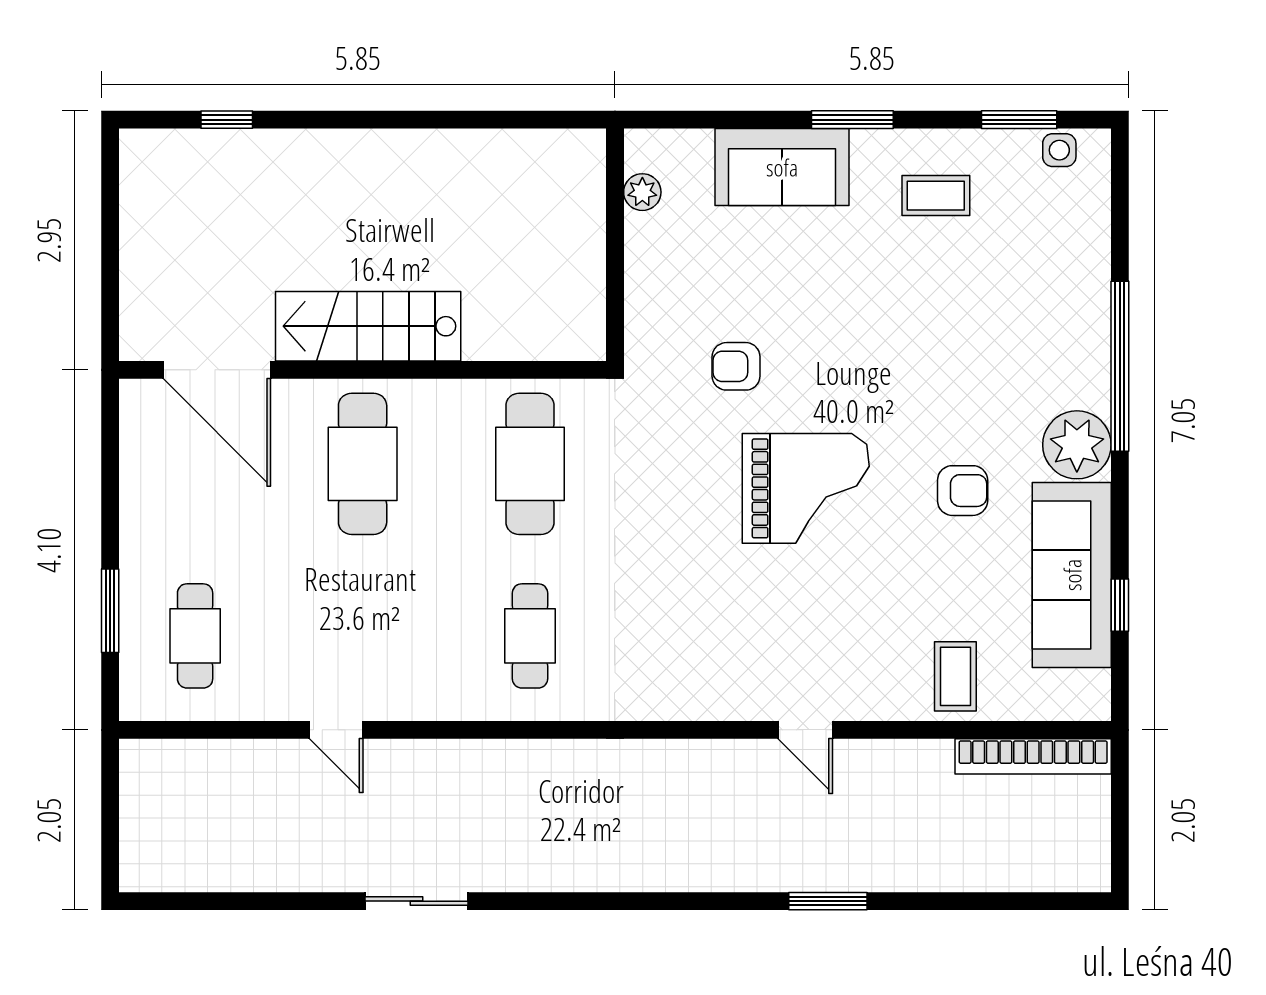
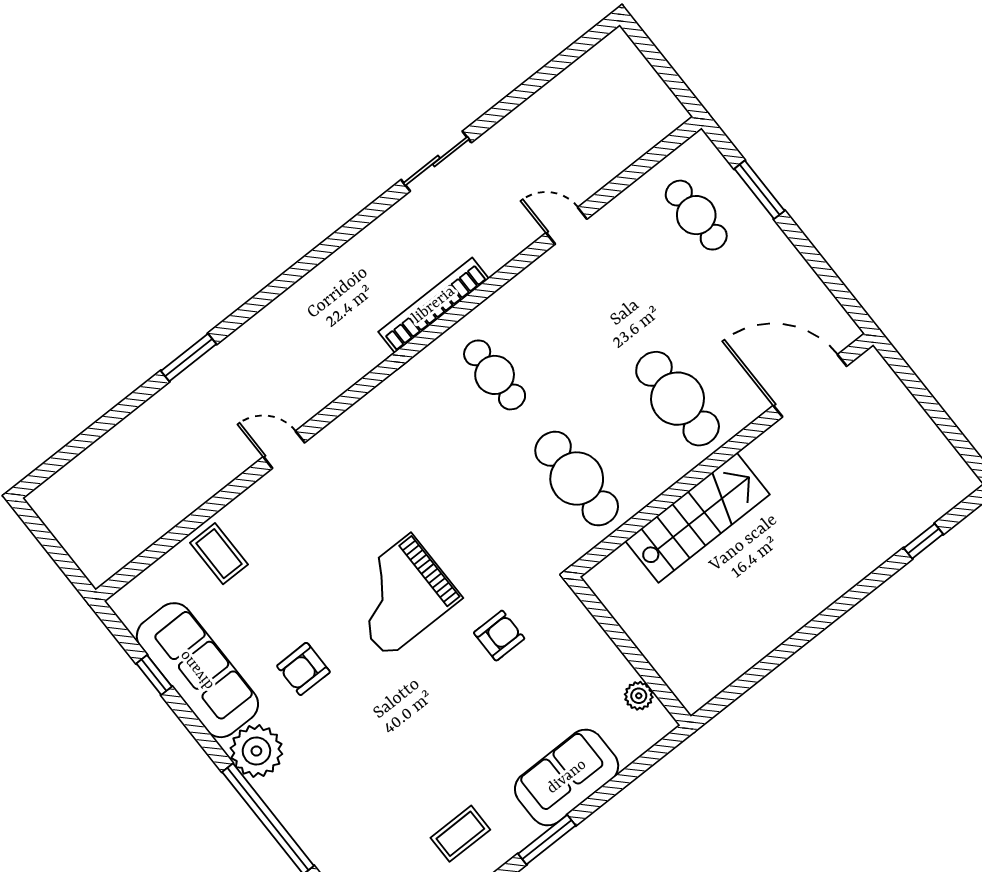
stairs: (368, 326) -> (698, 518), moved
bookcase: (1033, 756) -> (434, 305), moved

